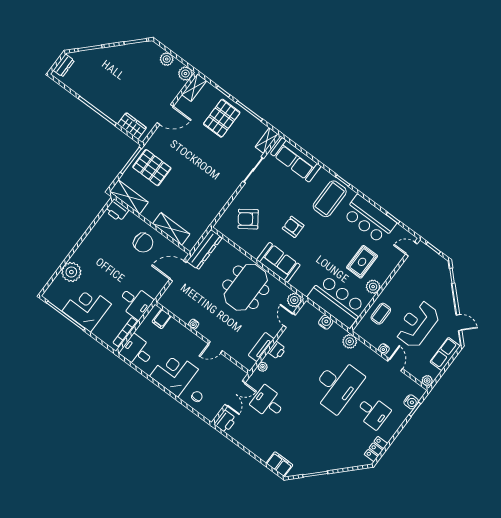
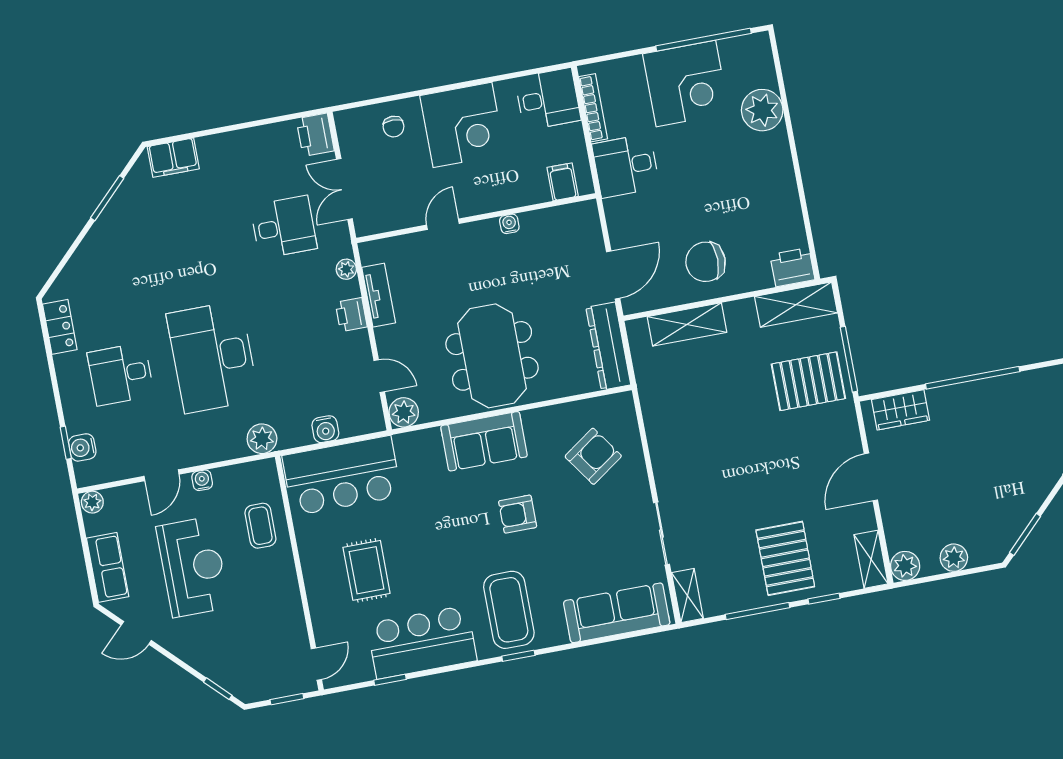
armchair: (293, 227) -> (518, 514), turned 180
plant: (373, 287) -> (313, 552), removed
door: (395, 365) -> (162, 475), hinge flipped

